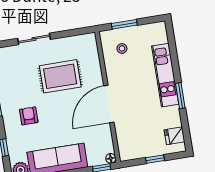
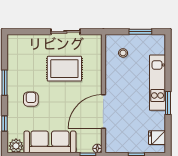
window: (124, 24) -> (140, 32), moved
sliding door: (34, 39) -> (65, 32), moved
door: (109, 104) -> (103, 112), moved

